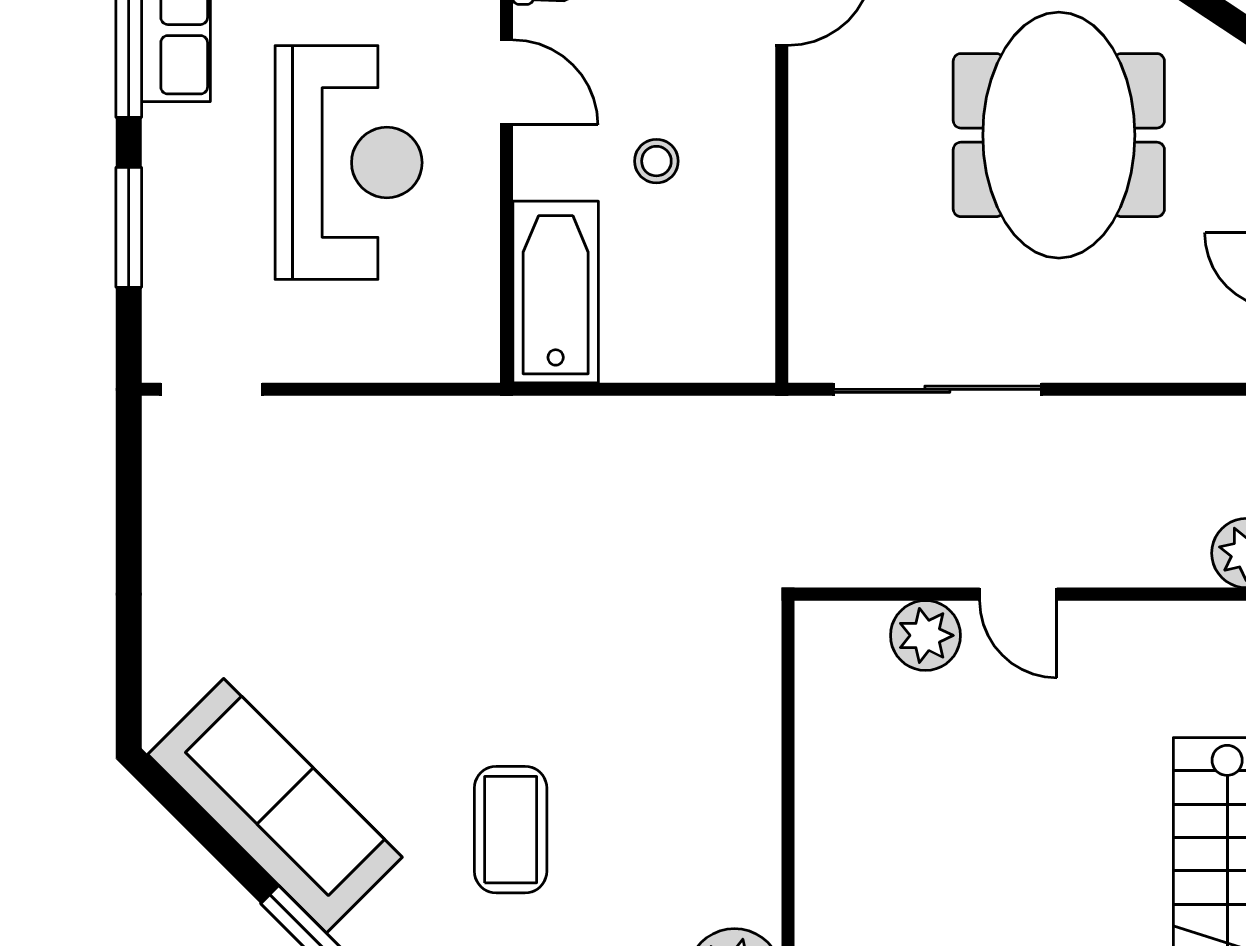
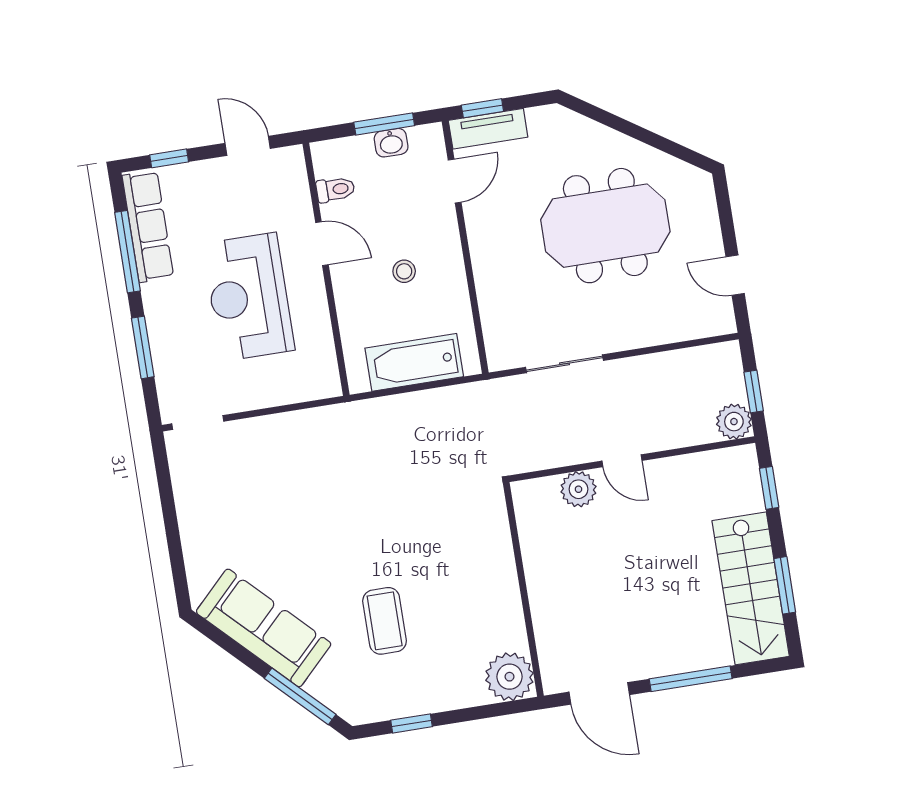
meeting table: (1059, 135) -> (605, 226), turned 90
reception desk: (349, 163) -> (249, 297), turned 180
bathtub: (556, 292) -> (414, 362), moved, turned -90
sliding door: (937, 389) -> (565, 364), width x0.73

